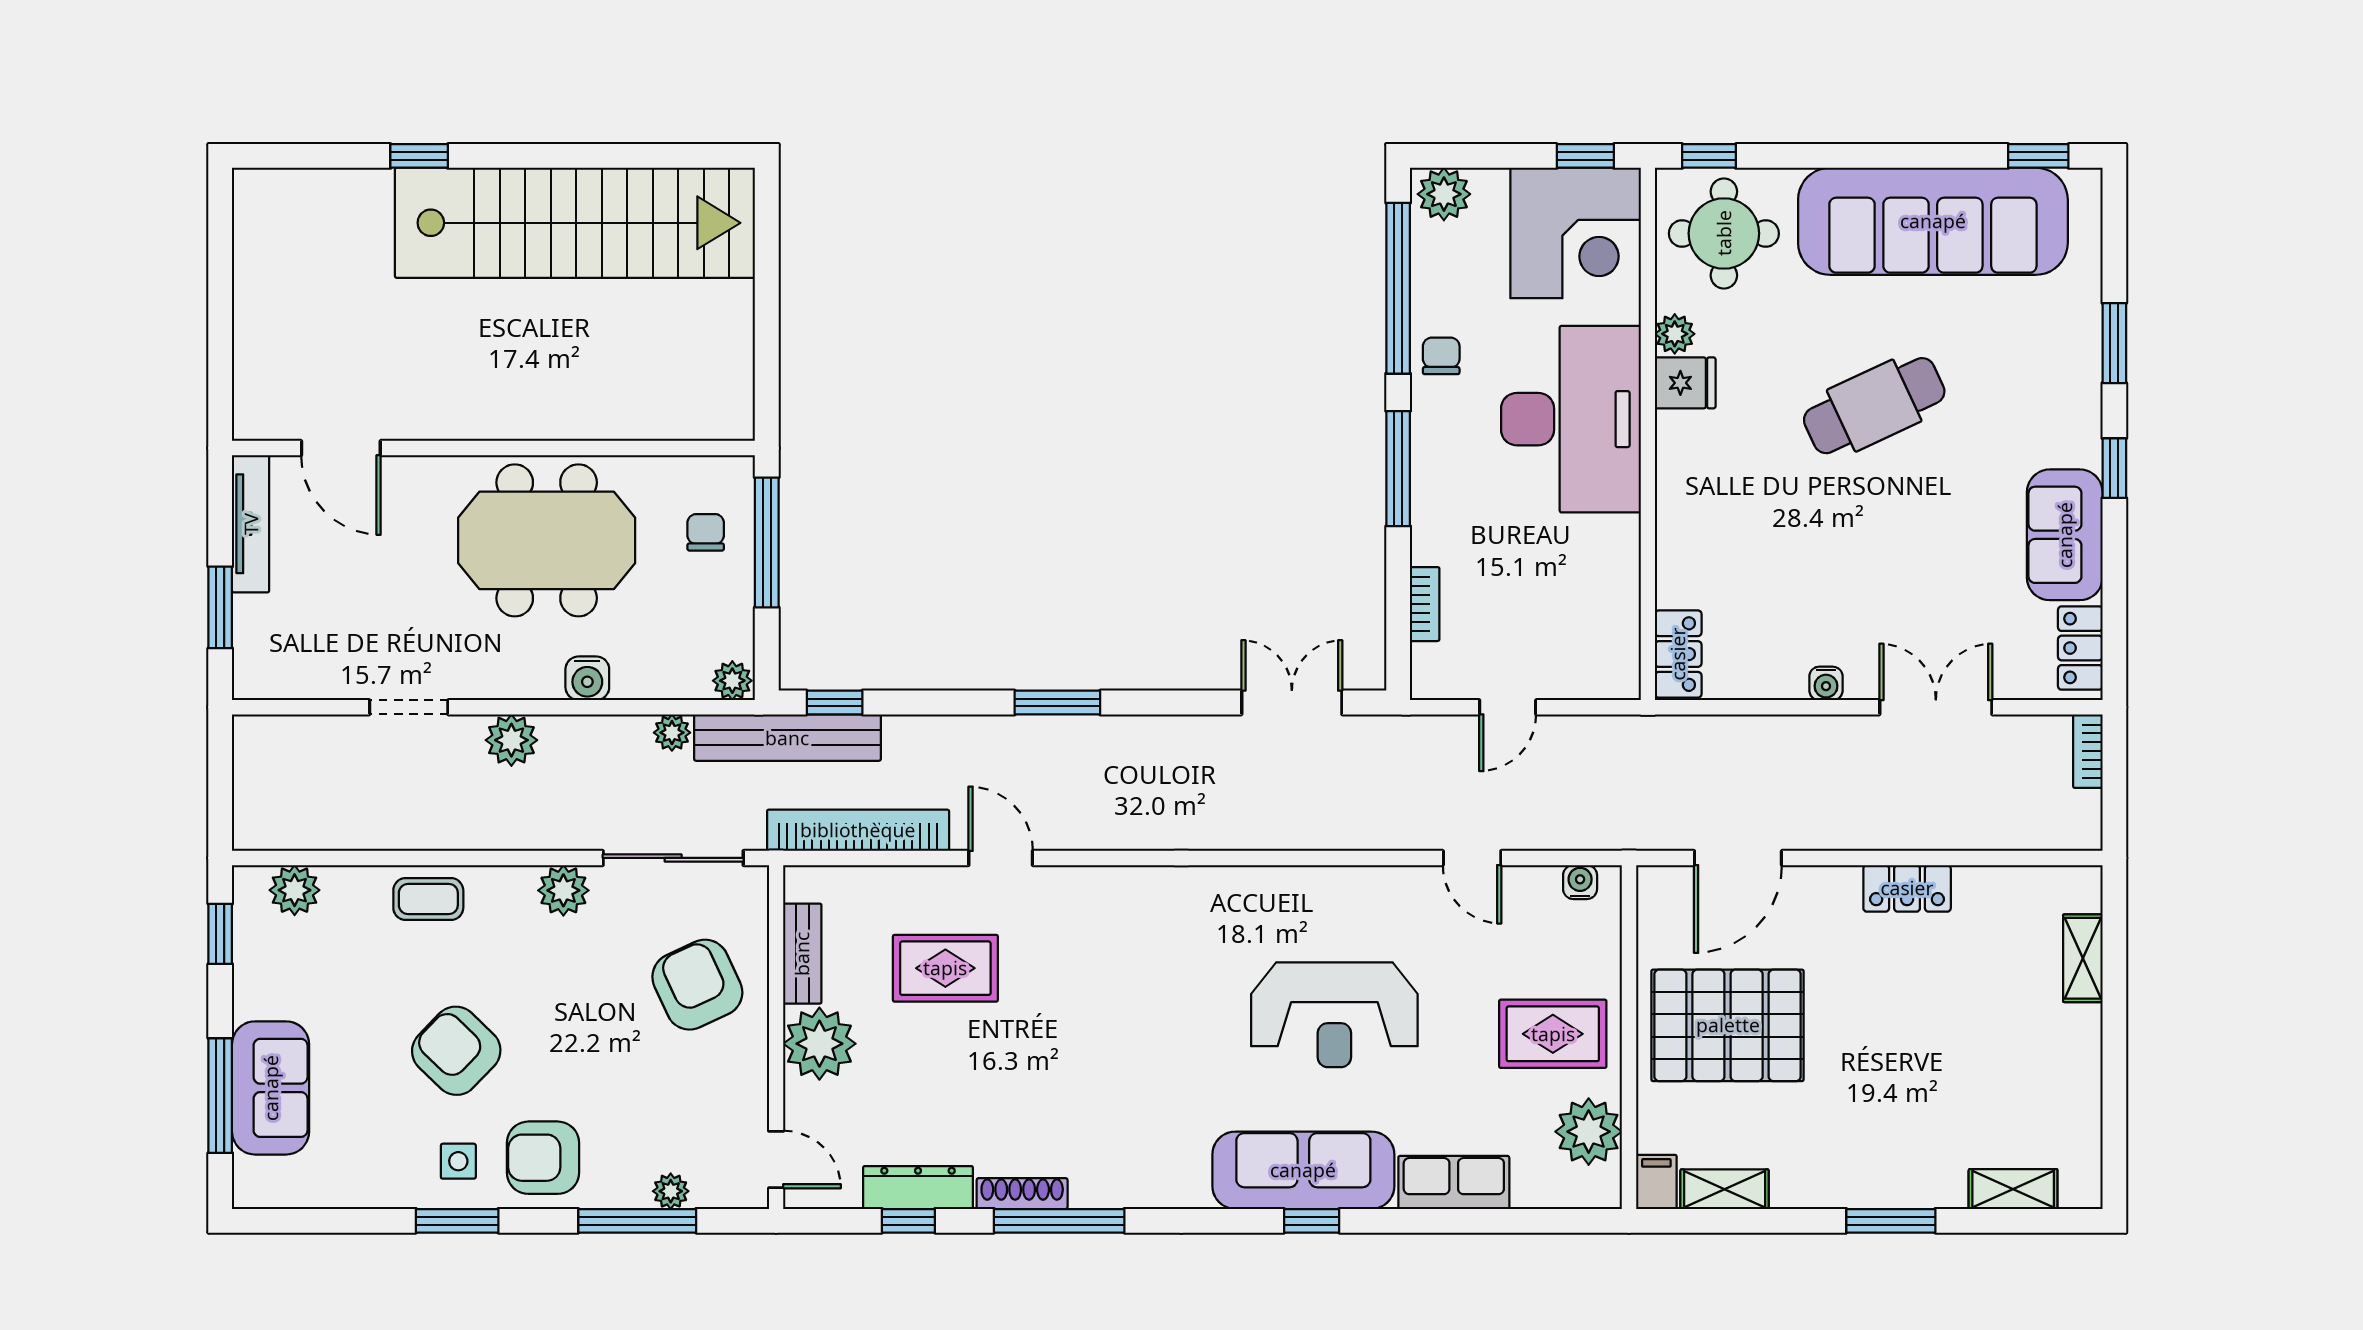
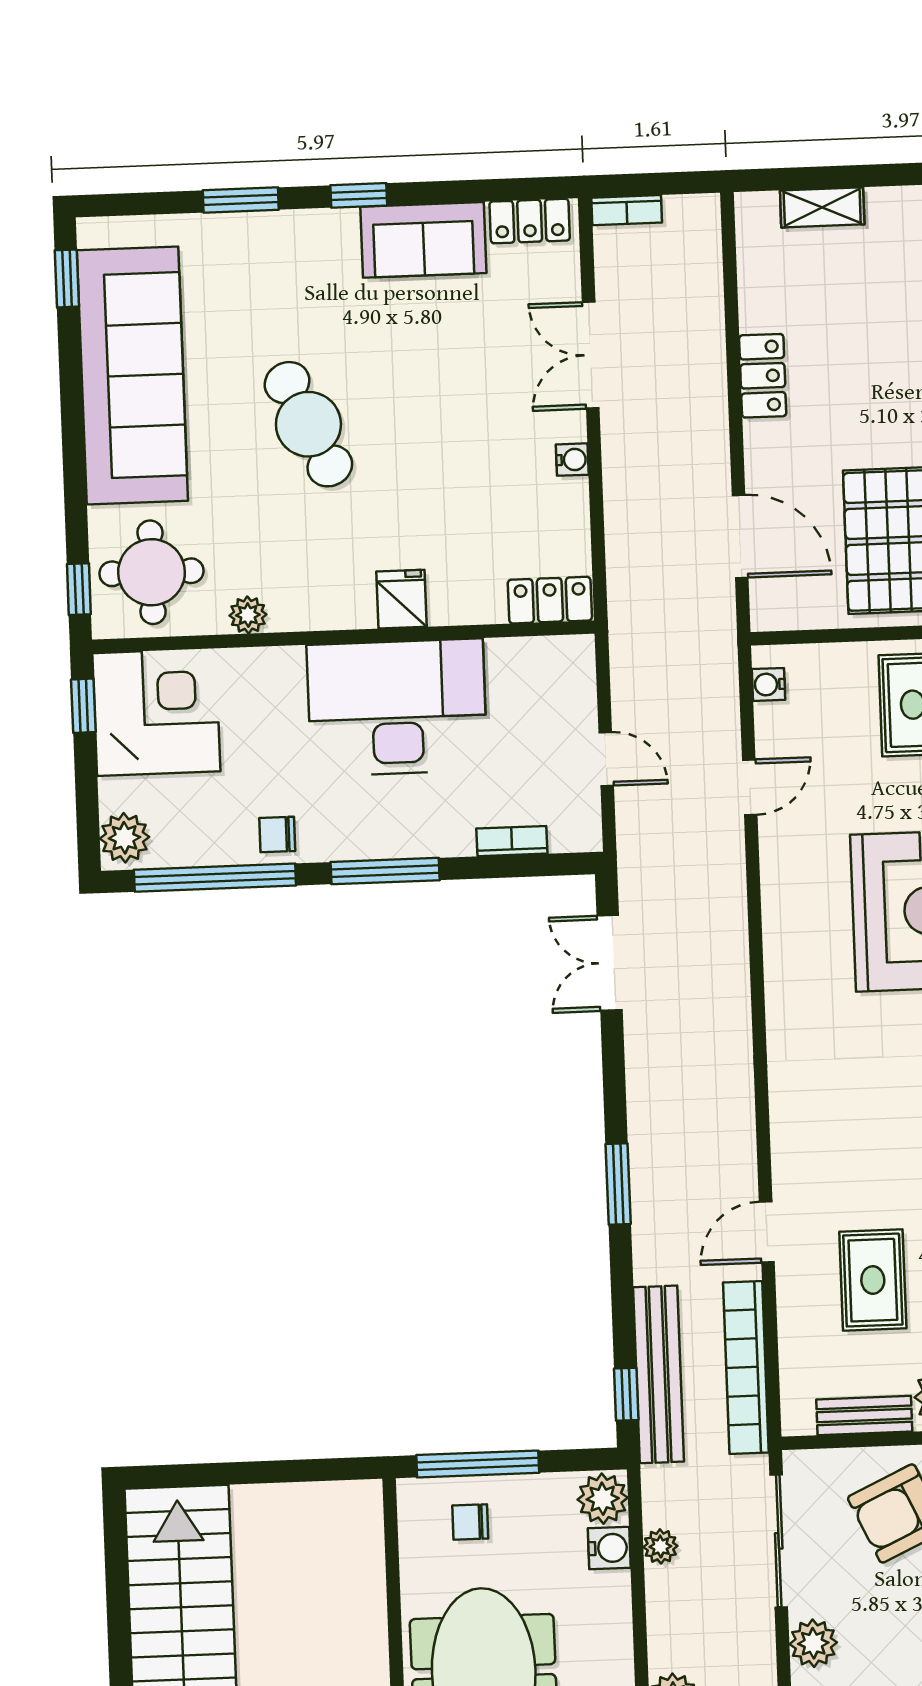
fridge: (1685, 383) -> (402, 599), moved
desk: (1571, 419) -> (397, 707), moved
water cooler: (587, 678) -> (609, 1548), moved
plant: (732, 681) -> (603, 1499), width x1.38, depth x1.38
bench: (787, 738) -> (658, 1374), moved

